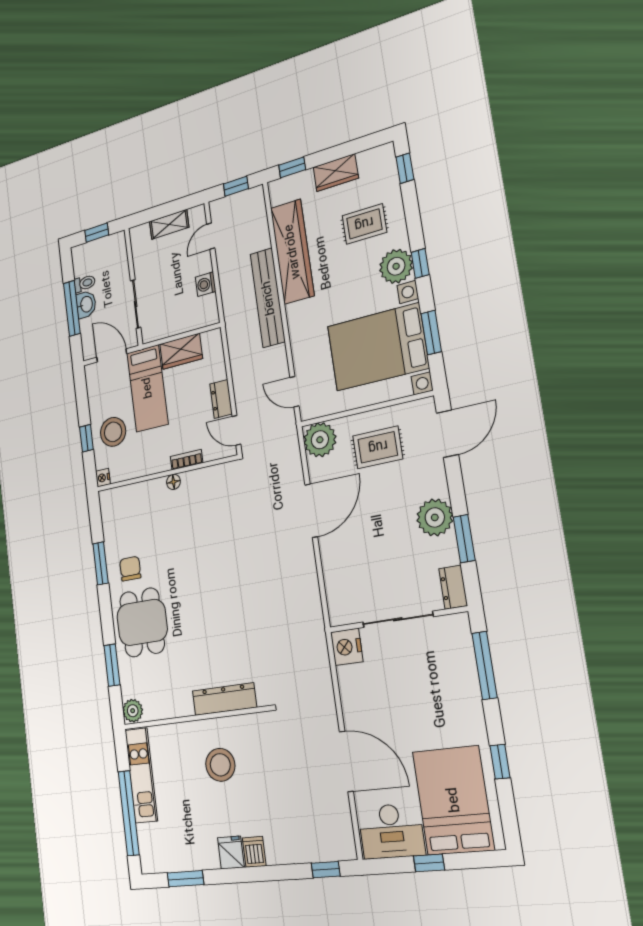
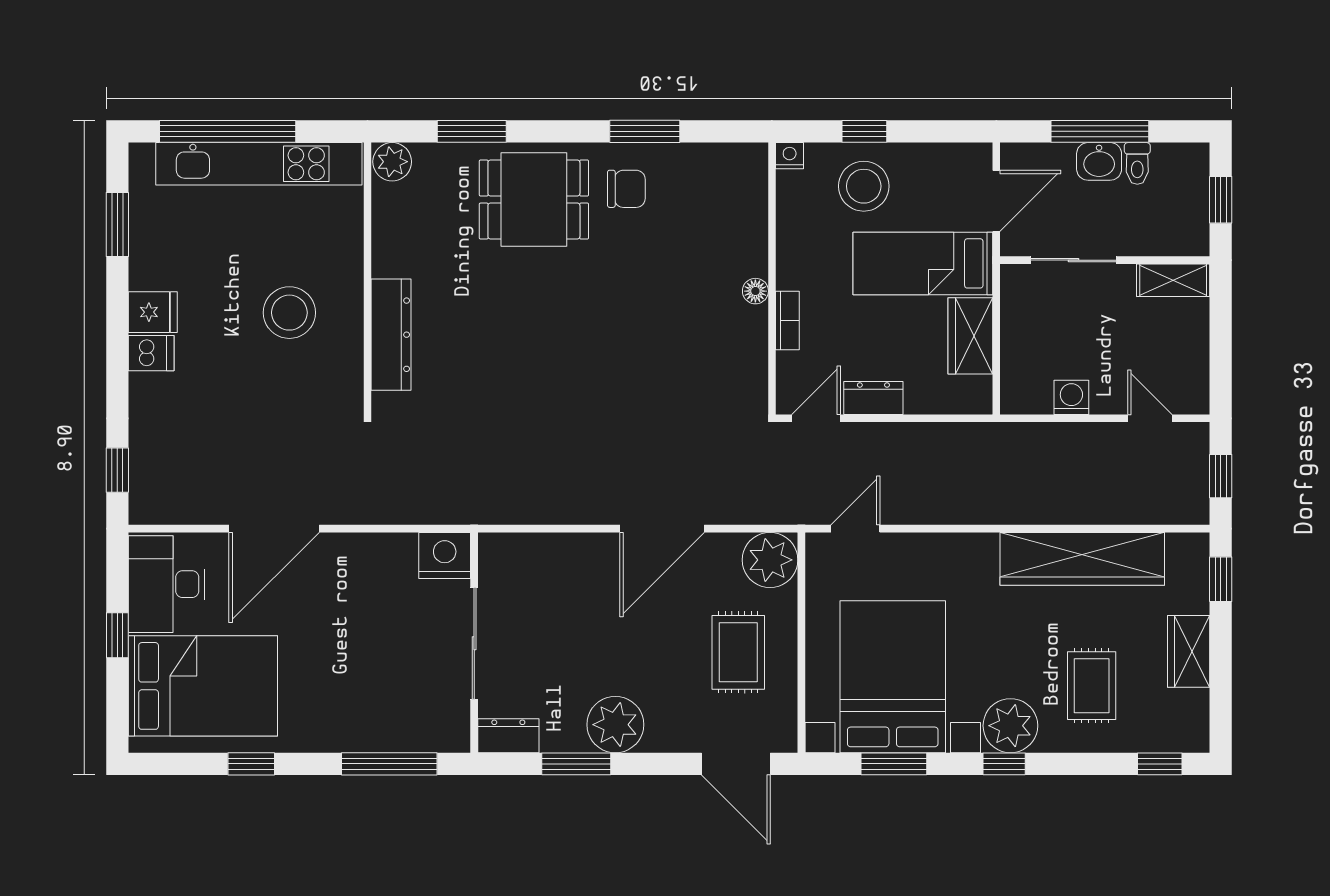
shelving: (169, 224) -> (1173, 280), moved, turned 90
bench: (268, 298) -> (1019, 505), removed
door: (311, 511) -> (662, 529), hinge flipped
kitchen unit: (141, 775) -> (259, 164), width x1.36

